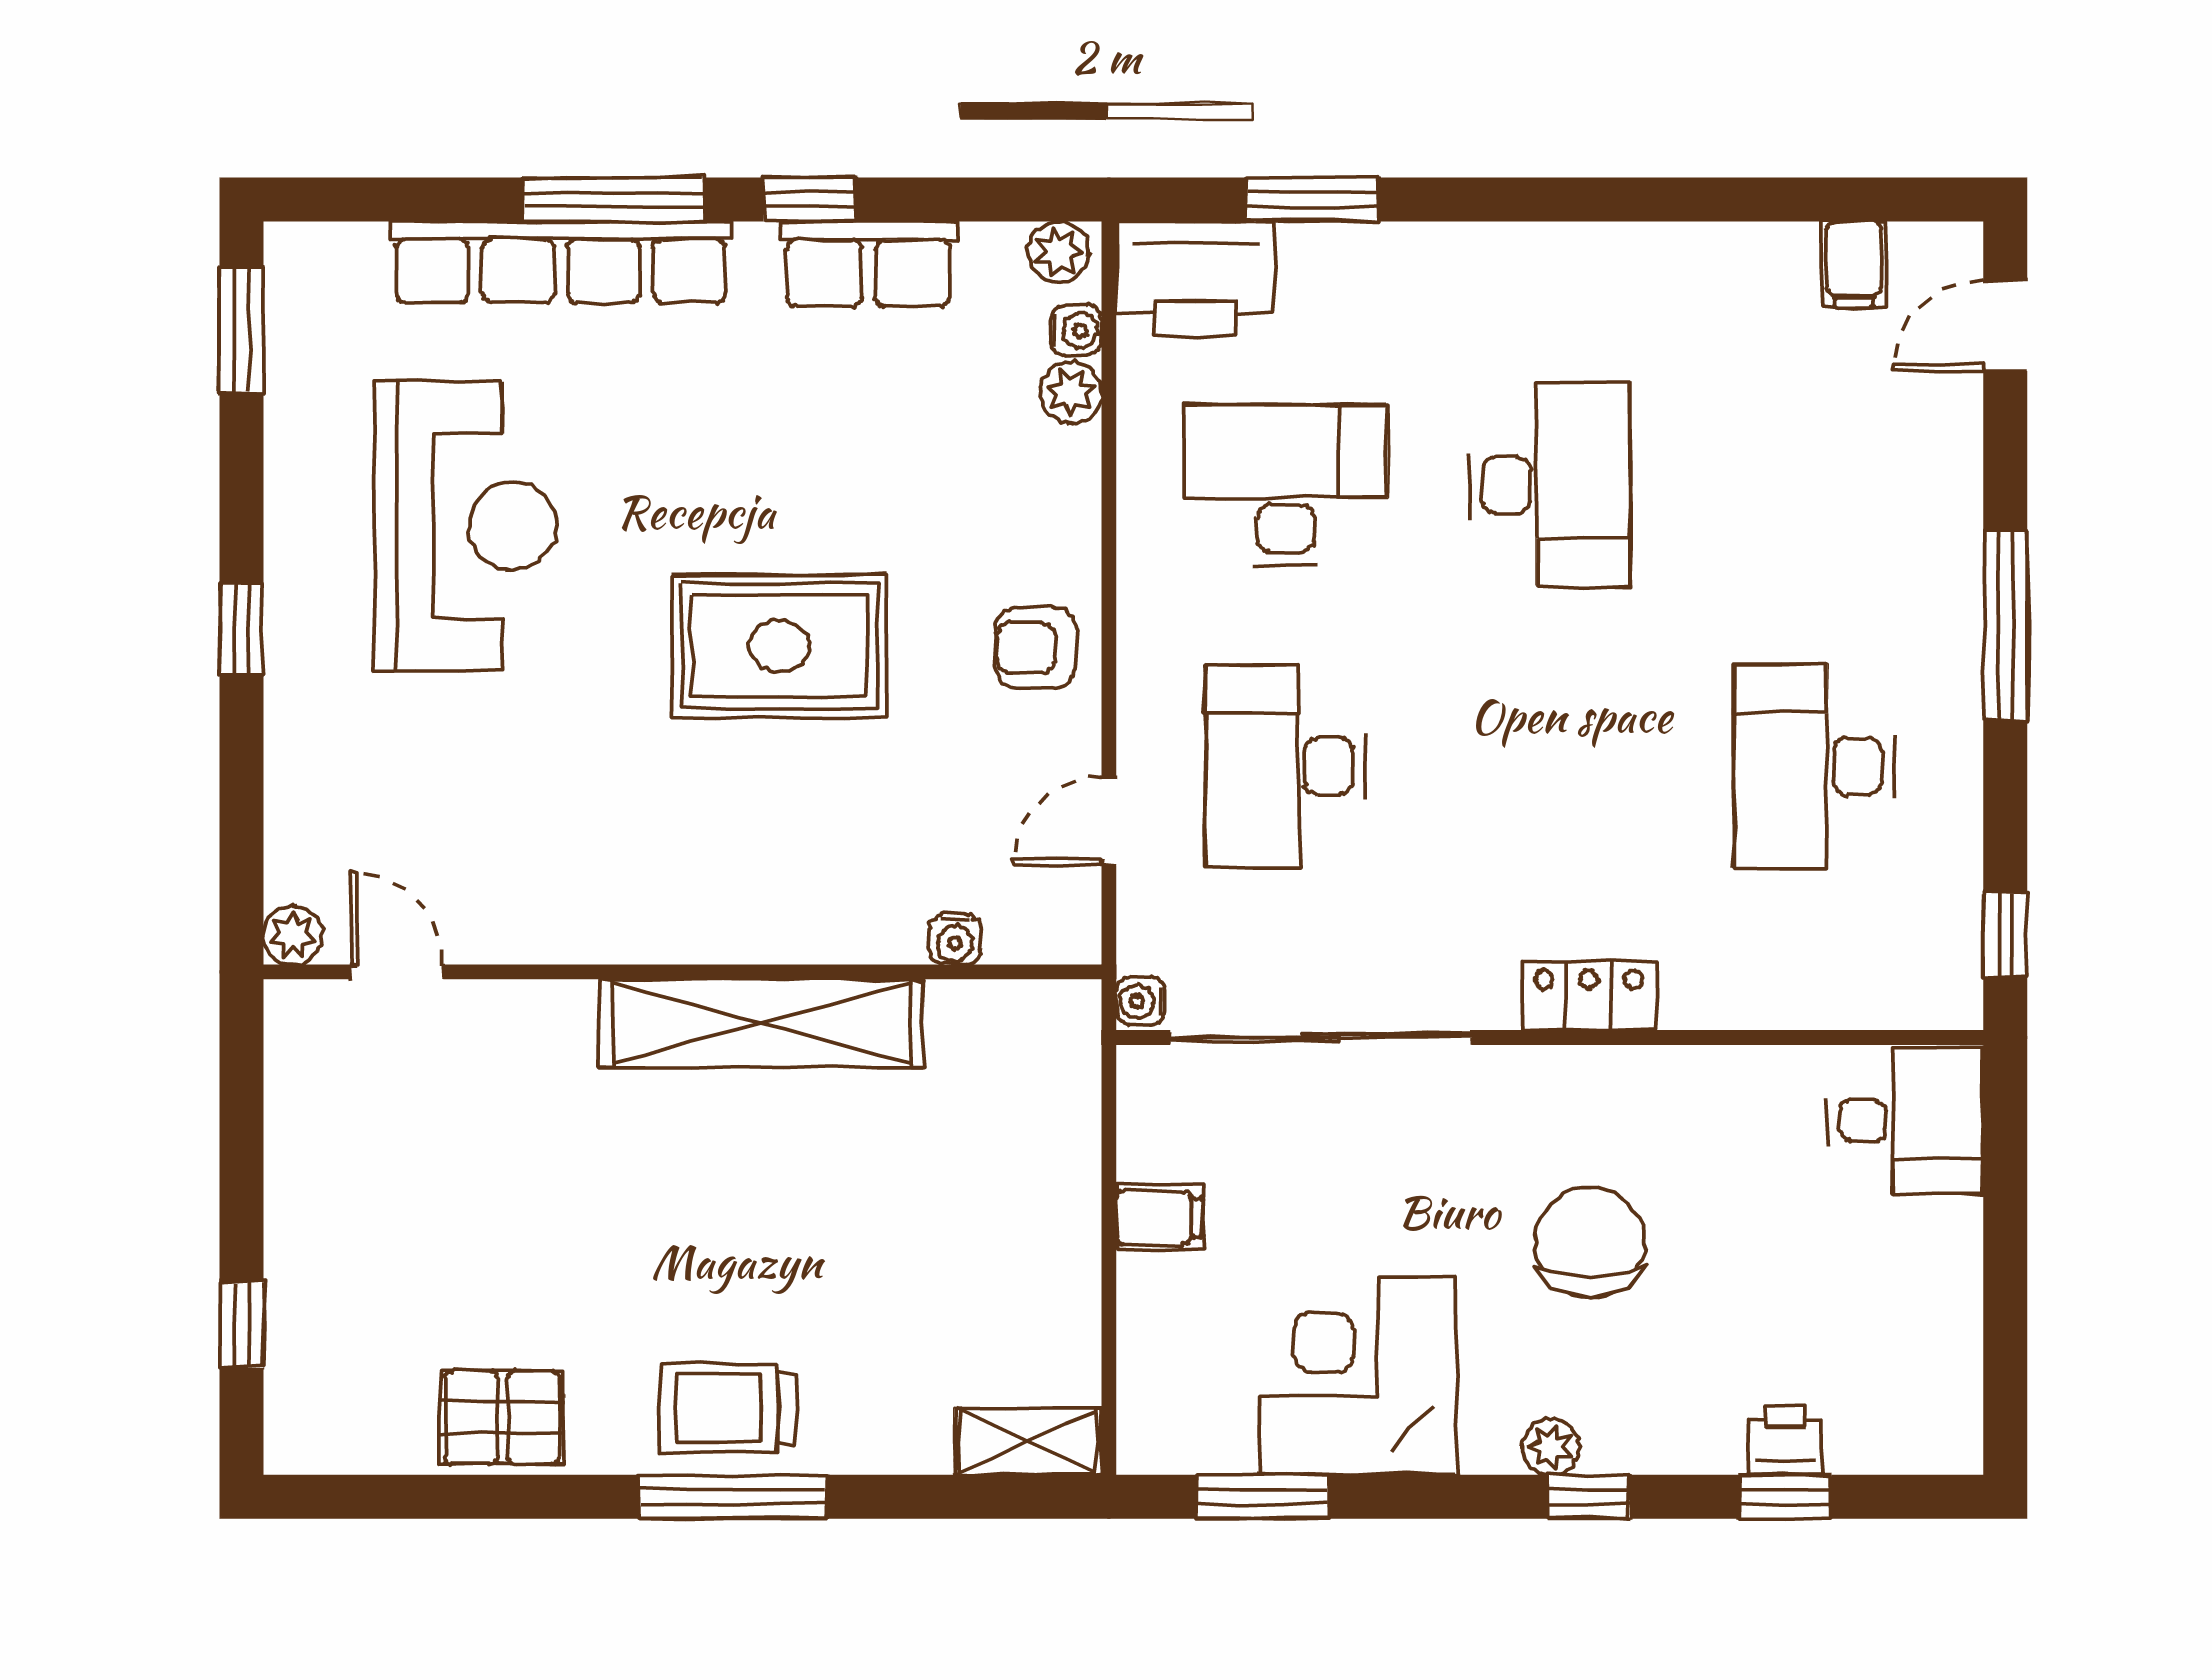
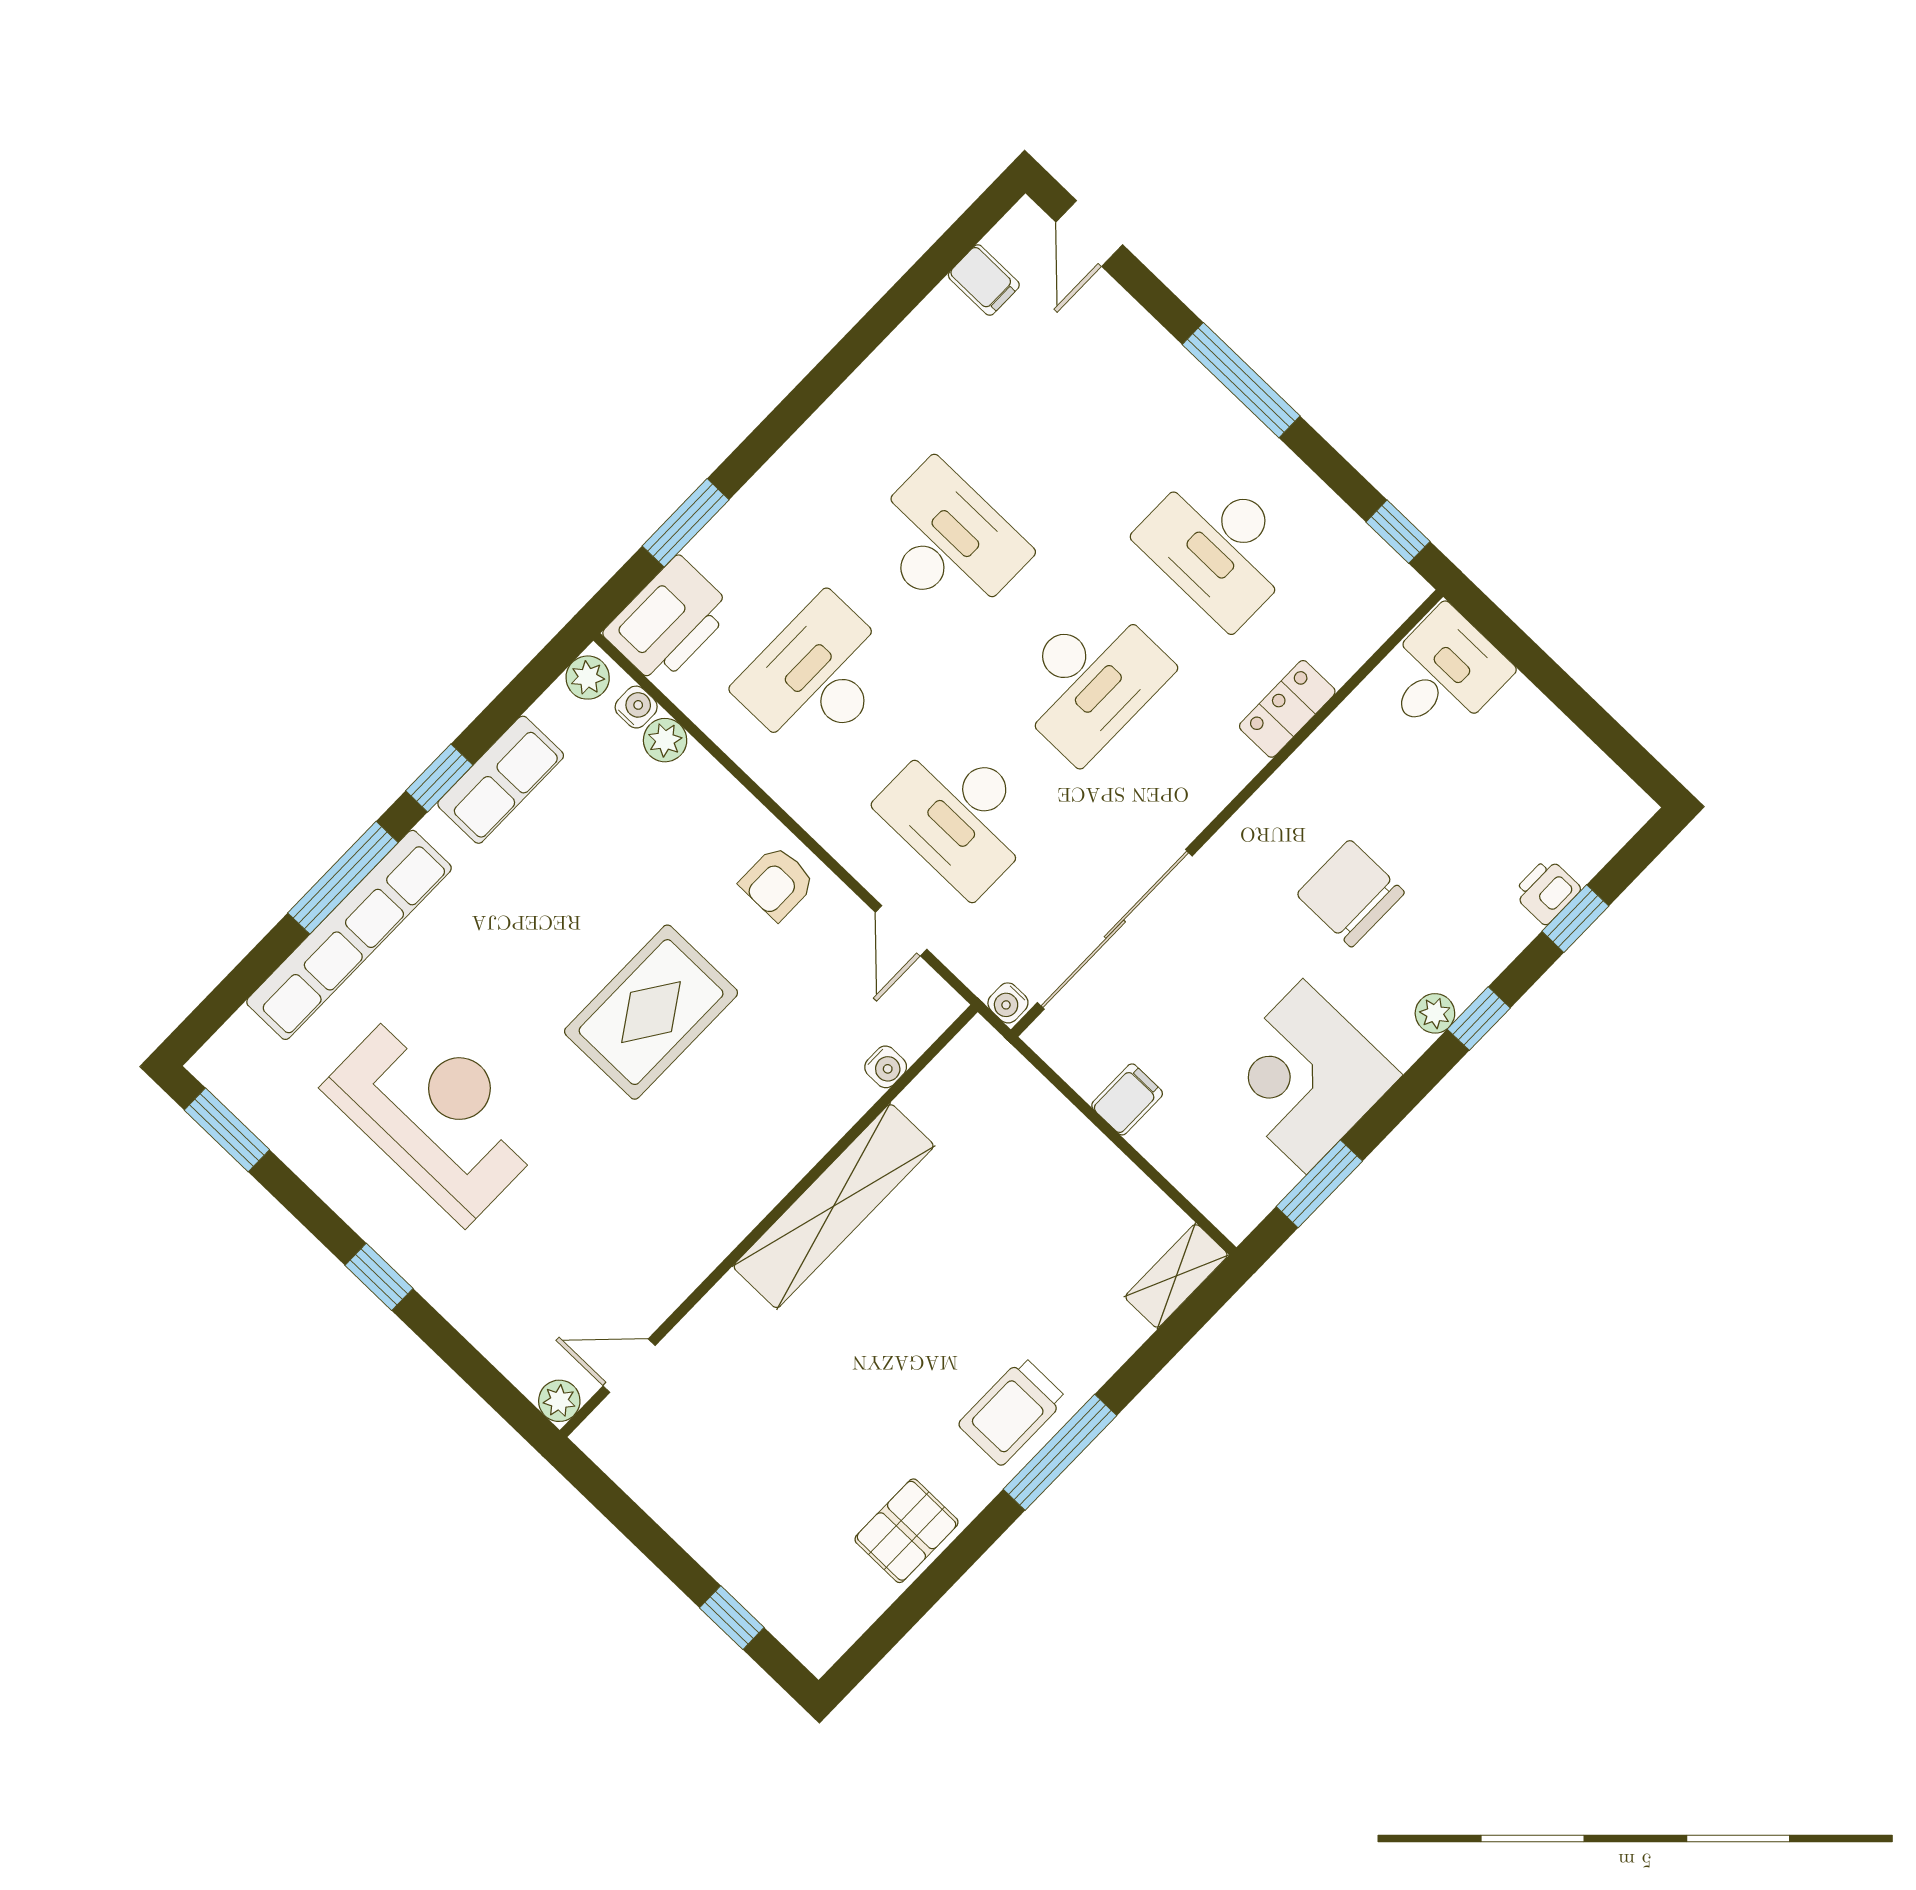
desk: (1550, 766) -> (1089, 680), added
locker: (1589, 996) -> (1287, 709), moved

